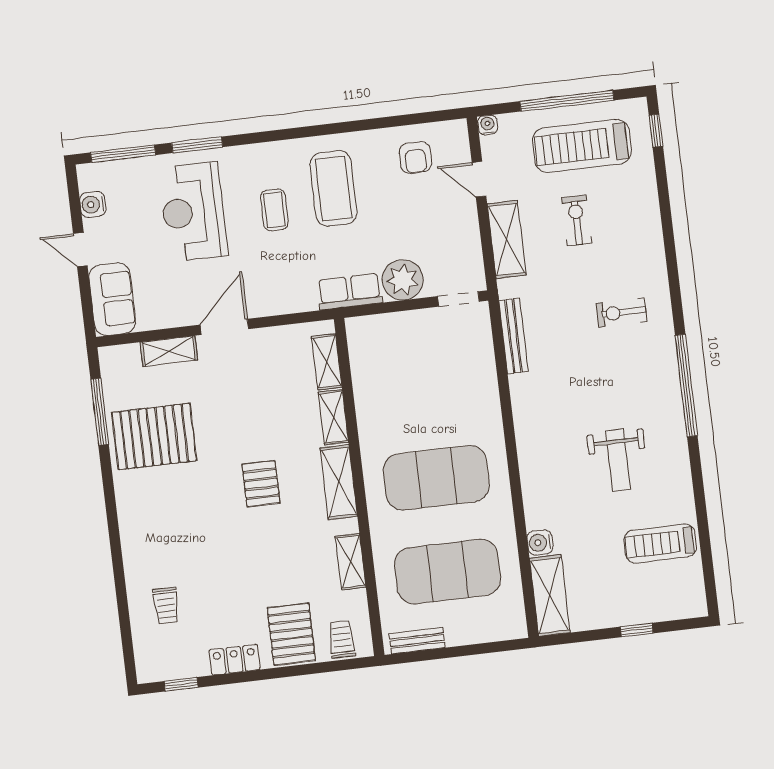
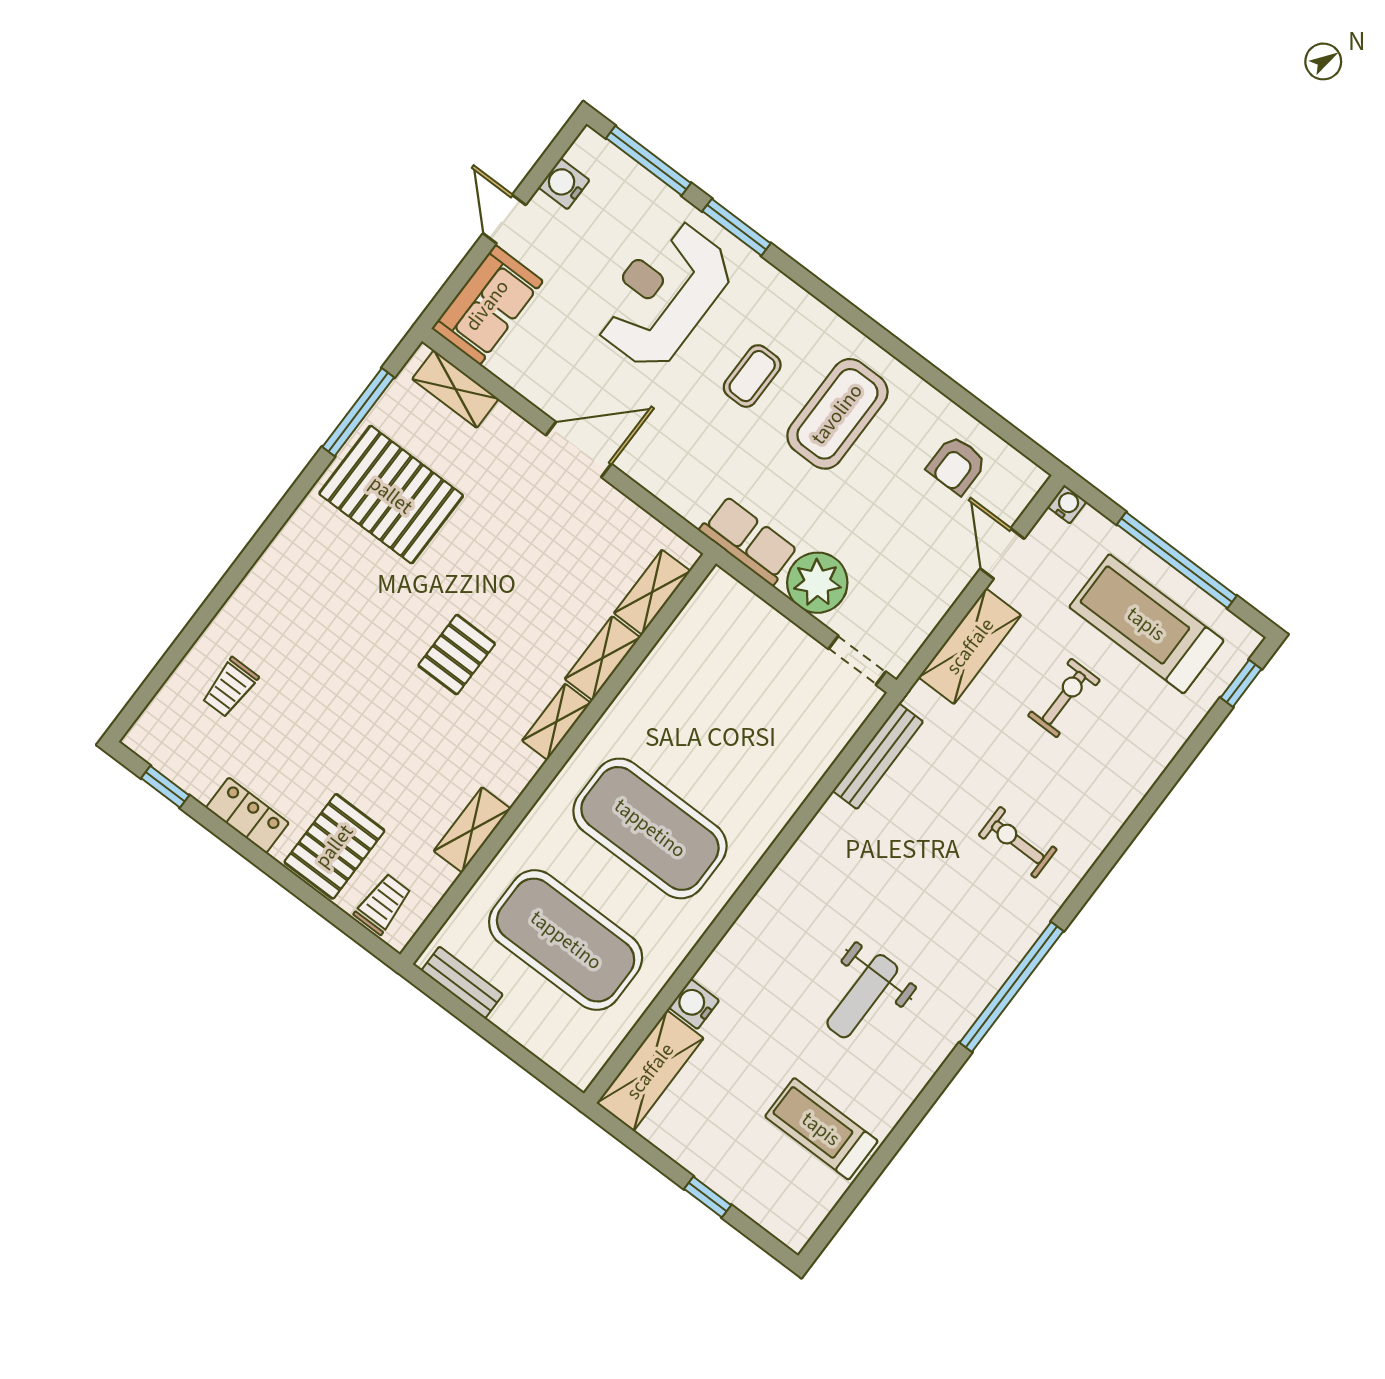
shelving: (169, 351) -> (455, 389), moved
shelving: (339, 482) -> (556, 722), width x0.67, depth x0.75

